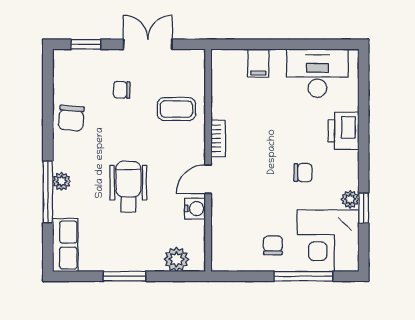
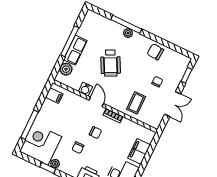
filing cabinet: (258, 63) -> (139, 151), width x2.00
wheelchair: (128, 187) -> (111, 63), turned 63
row of seats: (65, 245) -> (75, 50), moved, turned -90
chair: (273, 245) -> (95, 133), moved
filing cabinet: (232, 258) -> (54, 96), added
window: (125, 276) -> (70, 41), width x1.44

